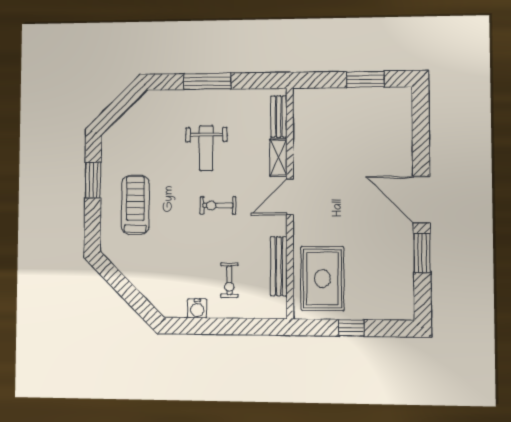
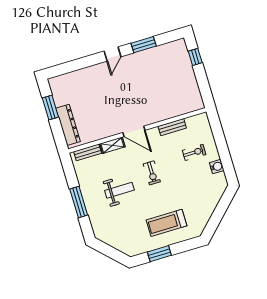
dresser: (330, 99) -> (68, 125), added
door: (422, 200) -> (112, 54), width x0.53
bench: (279, 266) -> (172, 127), width x0.73
rug: (322, 278) -> (176, 98), removed
window: (351, 328) -> (195, 57), moved

